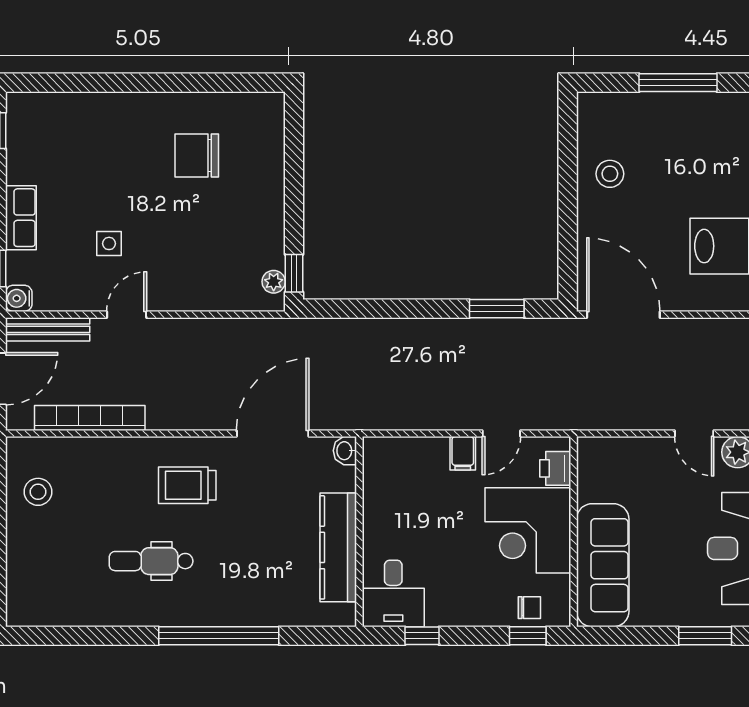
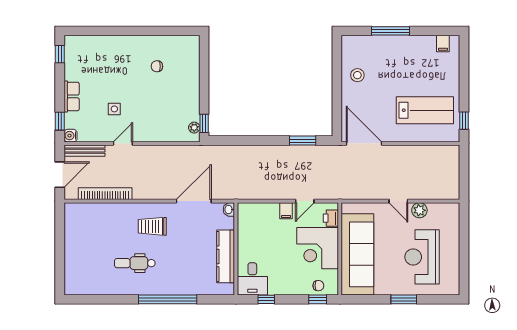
chair: (197, 156) -> (157, 66), width x0.54, depth x0.54
stool: (38, 492) -> (80, 229), removed
sofa: (603, 565) -> (357, 254), width x1.36, depth x1.27

